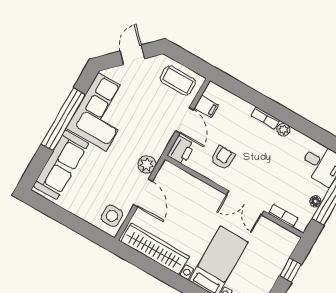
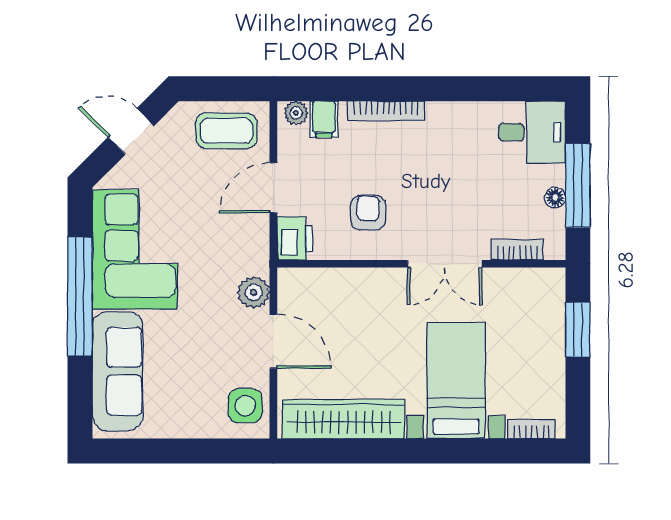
door: (132, 55) -> (131, 131), hinge flipped
filing cabinet: (206, 106) -> (324, 119), moved, turned 90
bookcase: (265, 118) -> (386, 111), width x1.56
door: (185, 120) -> (273, 188), swing flipped
plant: (283, 130) -> (296, 113), moved
window: (290, 270) -> (578, 330), width x1.50

